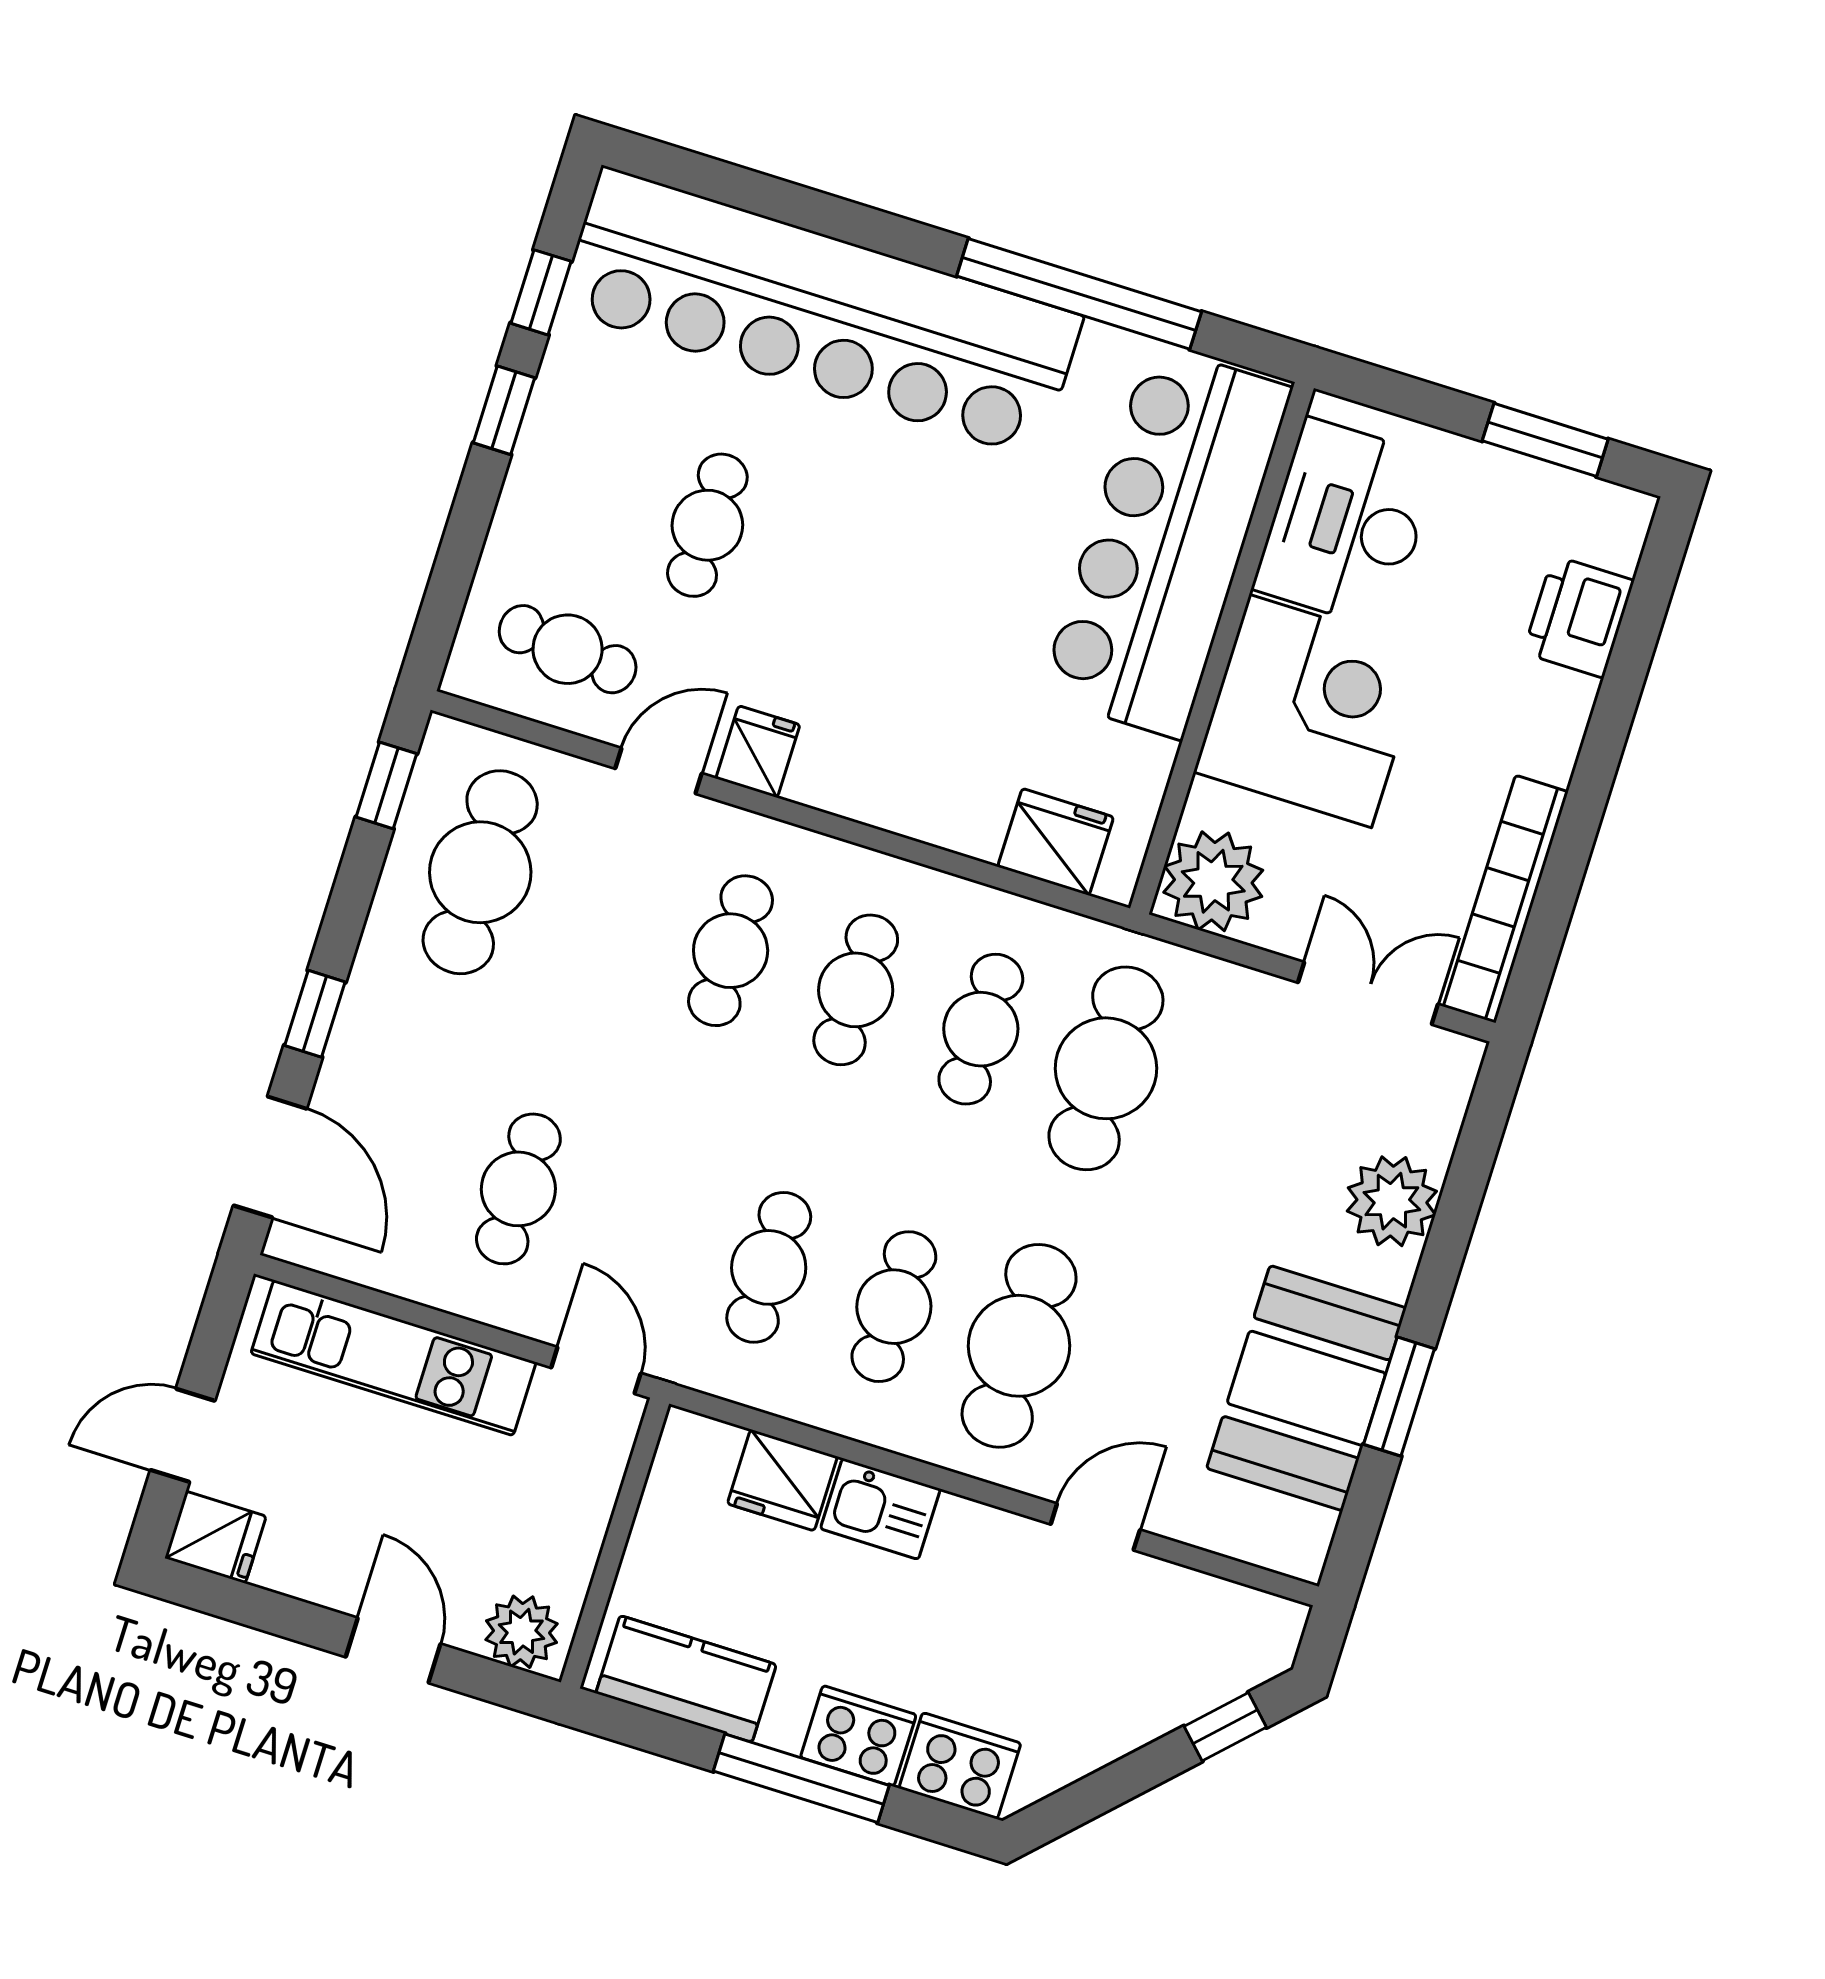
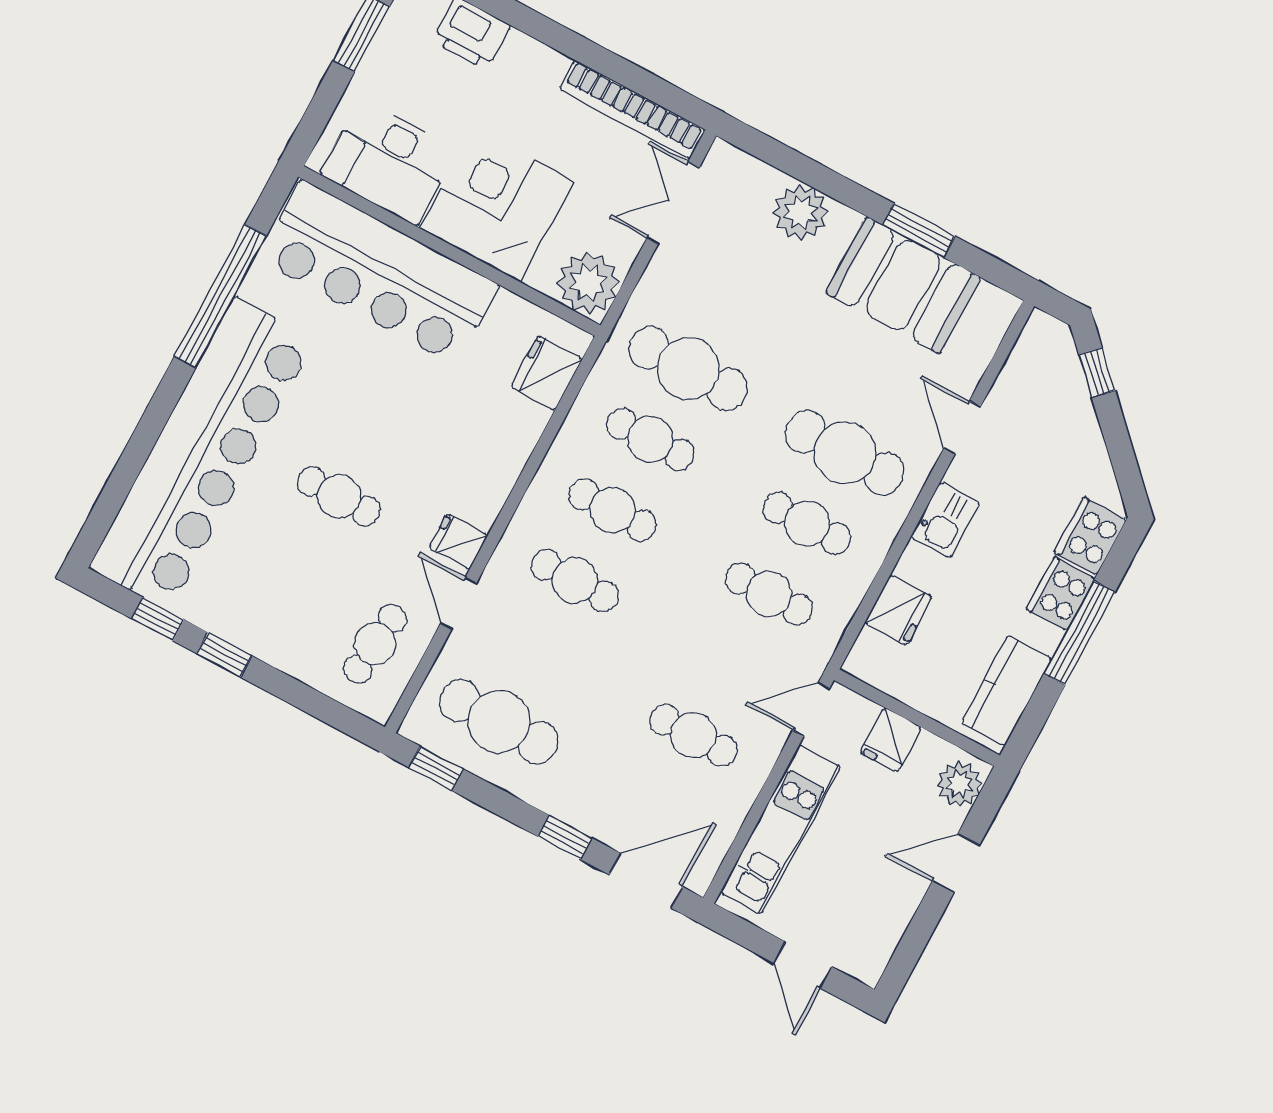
cafe table: (707, 525) -> (339, 496), moved
kitchen sink: (880, 1509) -> (945, 520), moved
fridge: (215, 1537) -> (891, 740), moved, turned 180

